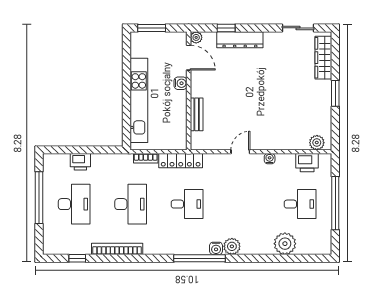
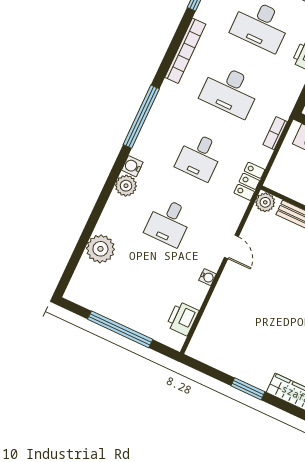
plant: (317, 143) -> (265, 202), moved
locker: (181, 161) -> (249, 181), width x0.66
desk: (300, 204) -> (169, 222), moved
window: (199, 258) -> (141, 117), moved

